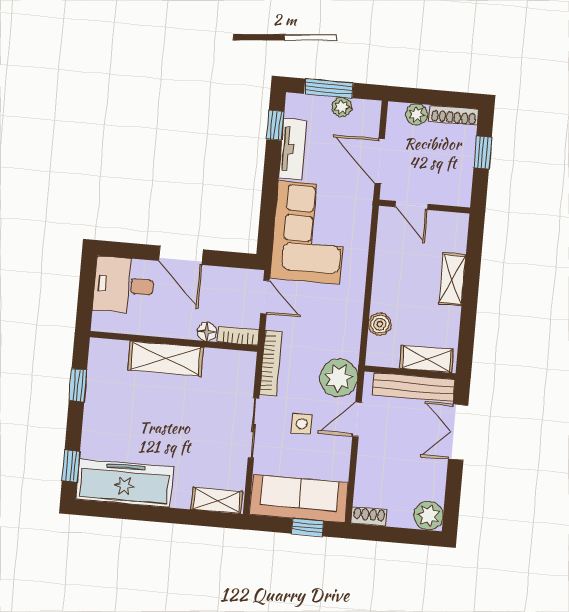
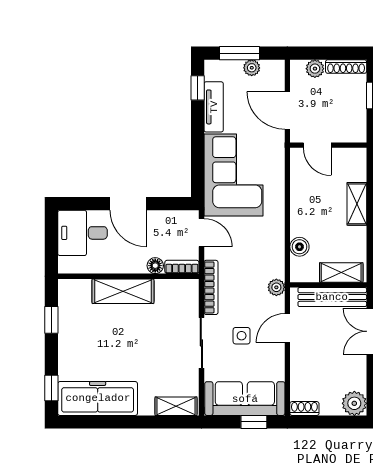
plant: (339, 378) -> (276, 287), width x0.53, depth x0.53

